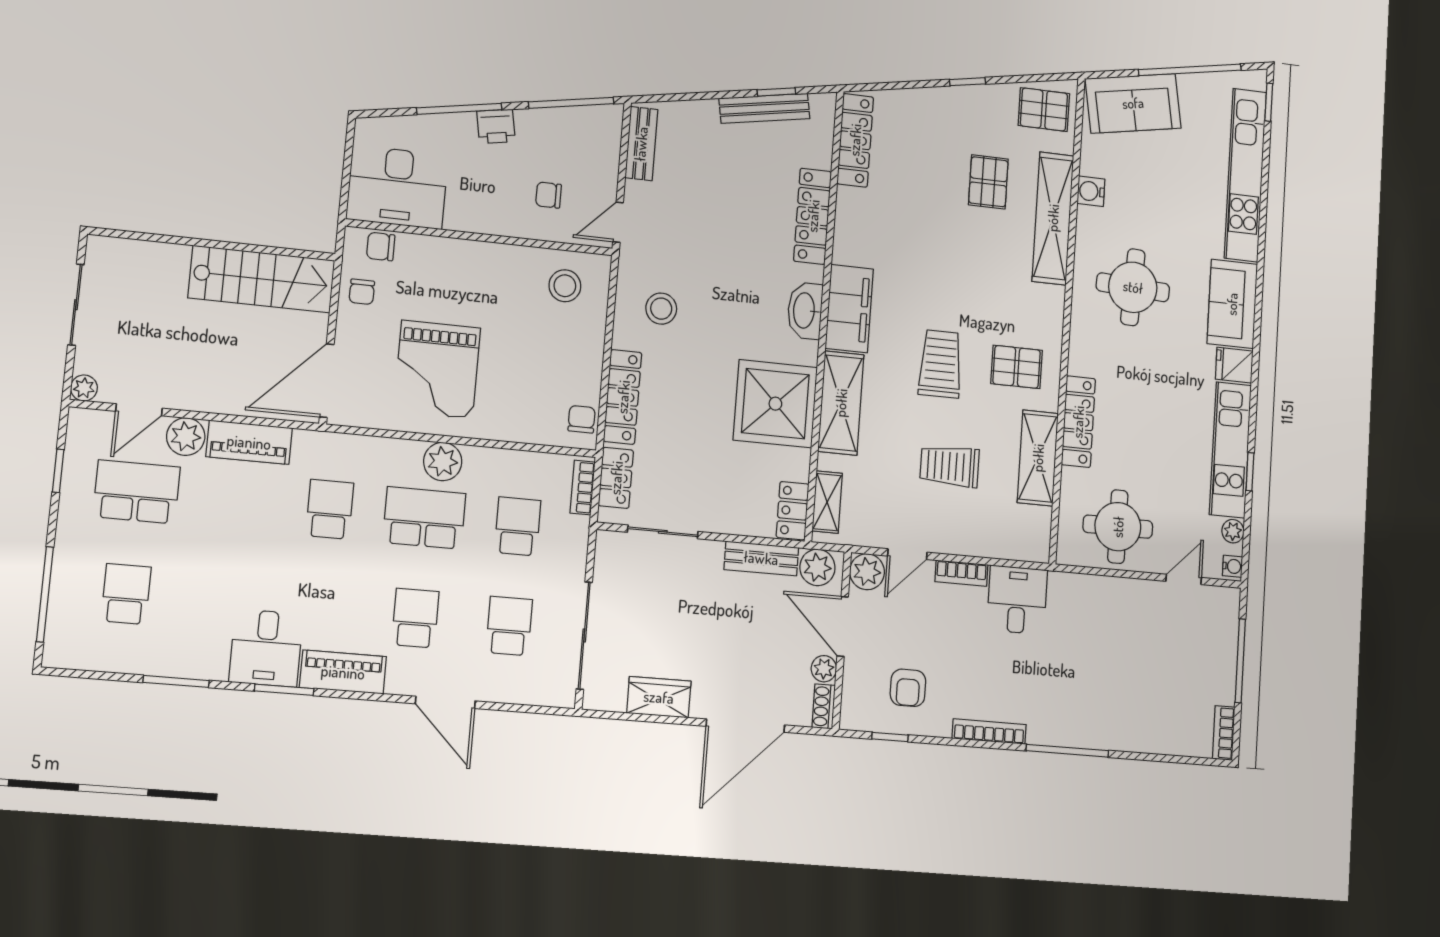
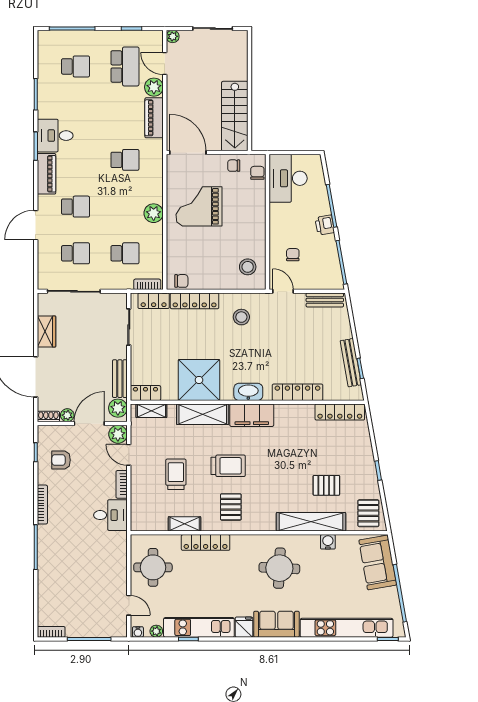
shelving: (1038, 458) -> (185, 524), width x0.67, depth x0.75
school desk: (424, 518) -> (125, 207), removed

